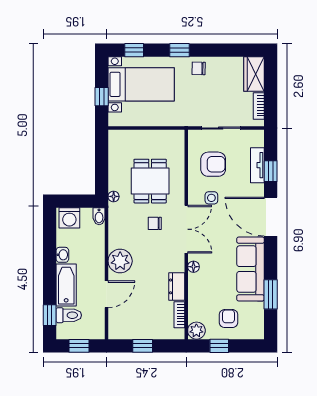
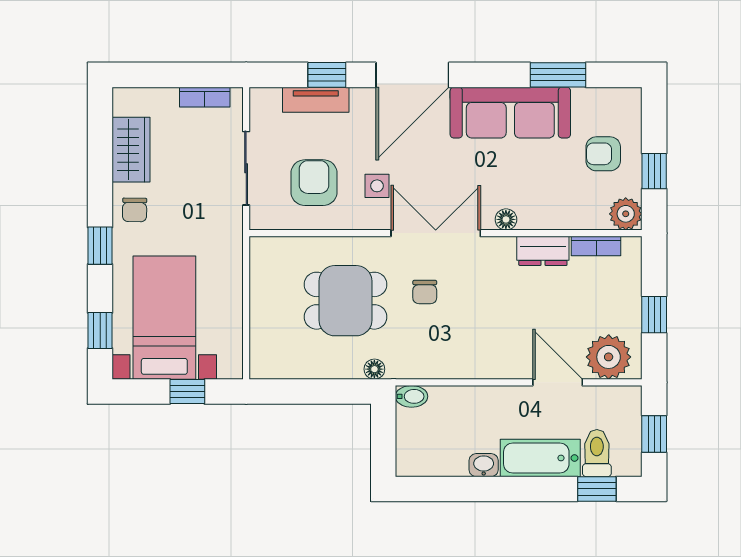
wardrobe: (254, 74) -> (131, 150), moved, turned -90
washing machine: (69, 218) -> (415, 452), removed
plant: (120, 261) -> (609, 357), moved

